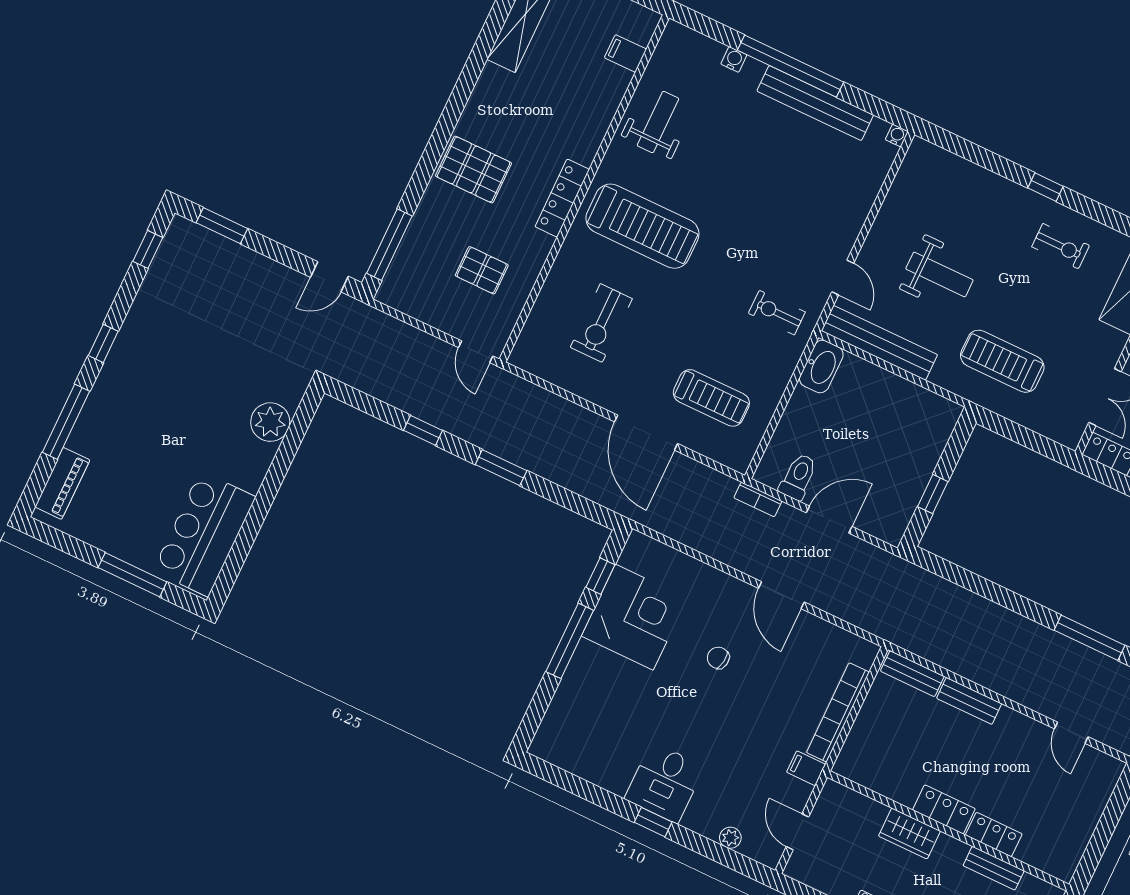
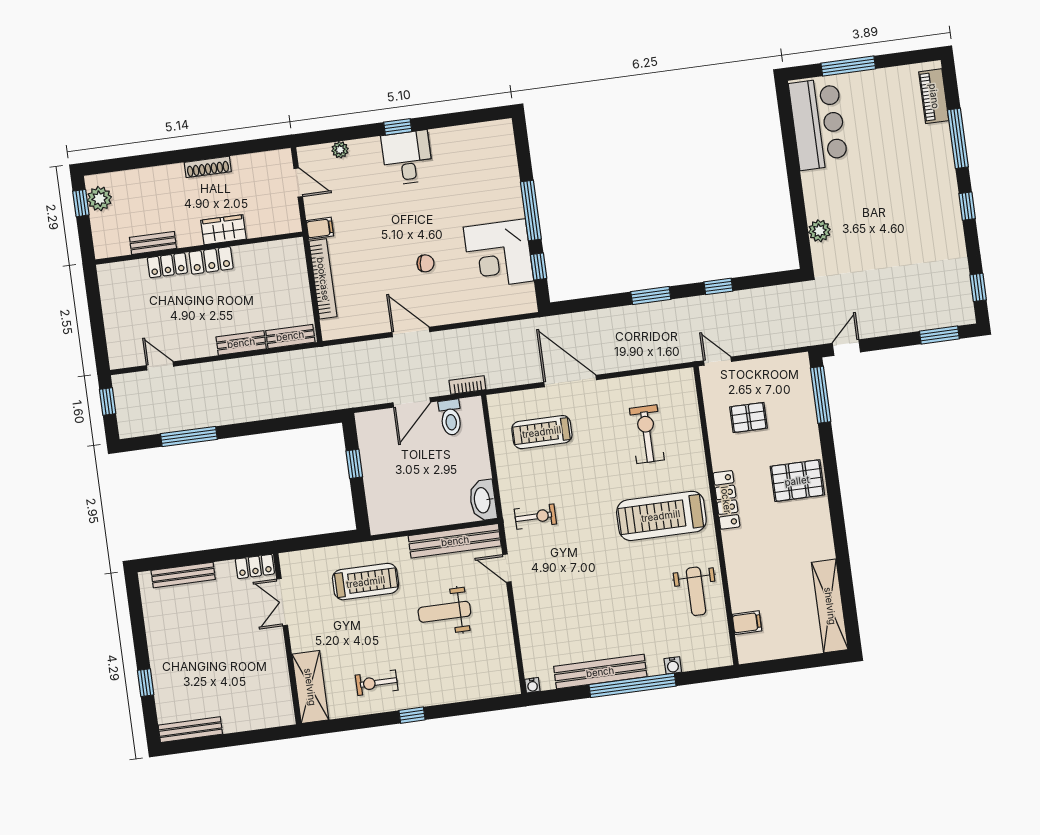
plant: (270, 422) -> (819, 231), width x0.73, depth x0.73

